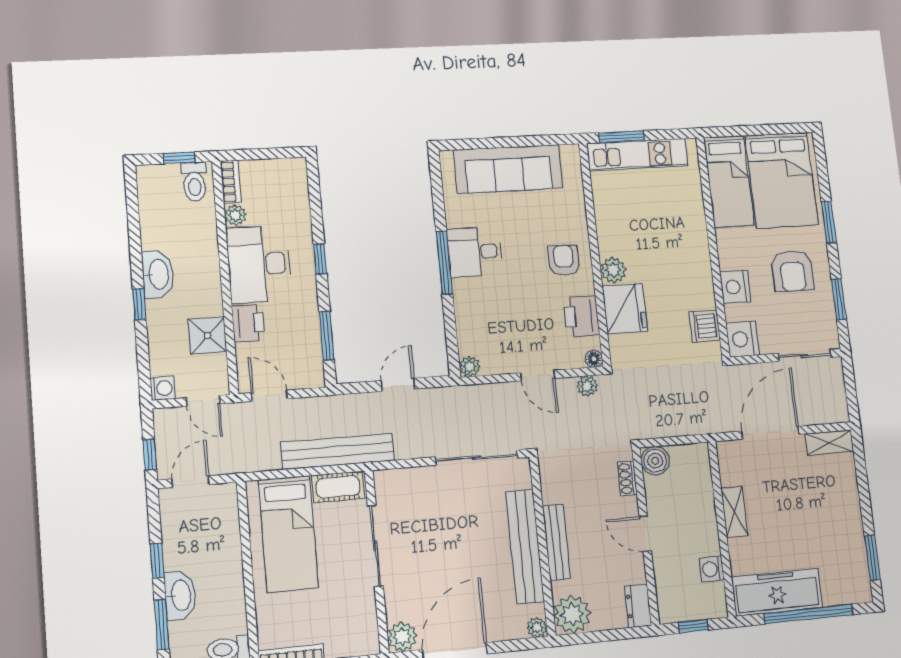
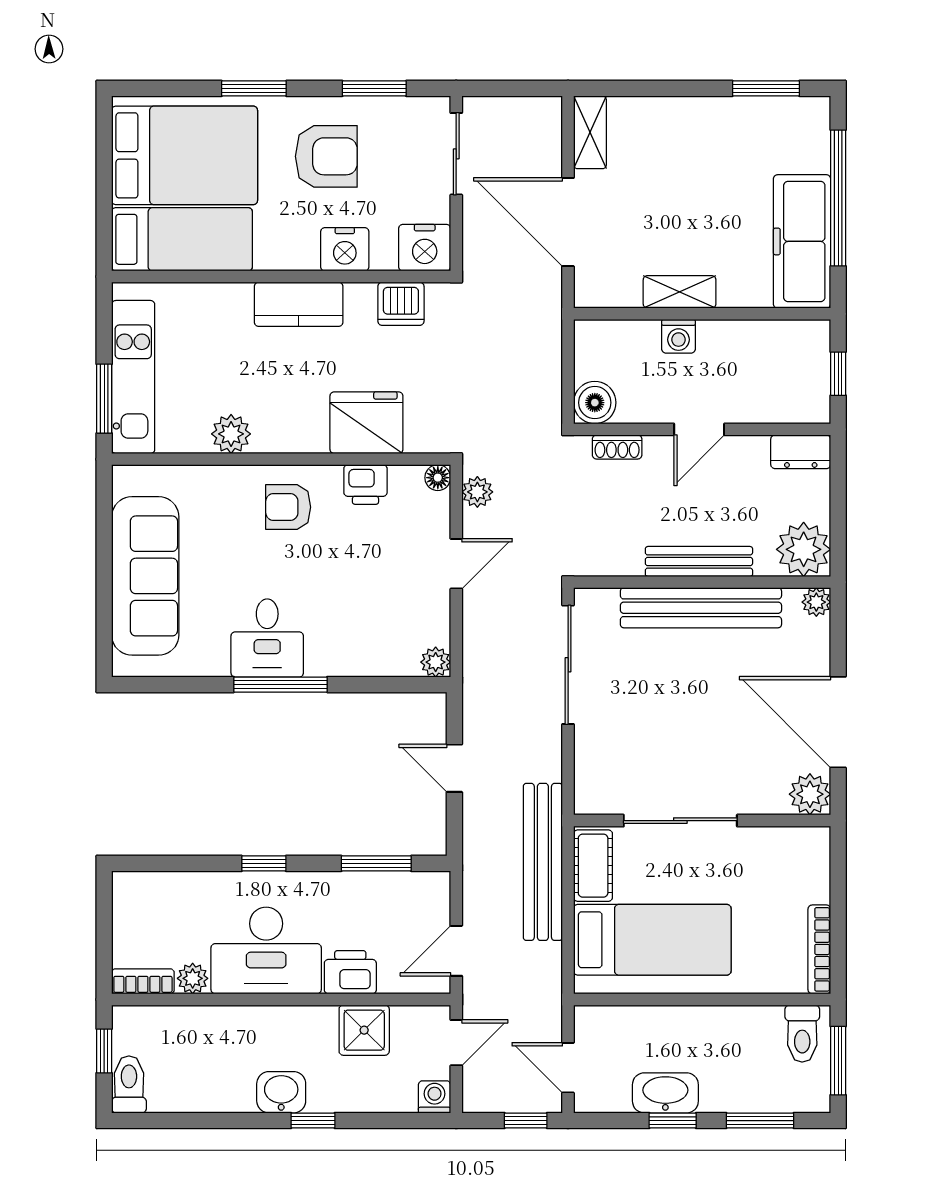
toilet: (194, 182) -> (129, 1084), moved, turned -90
kitchen counter: (696, 259) -> (299, 304), added
plant: (613, 270) -> (231, 434), moved
washbasin: (158, 274) -> (281, 1092), width x0.72
printer: (582, 316) -> (365, 484), width x0.73, depth x0.81
washing machine: (712, 569) -> (679, 336), moved
washbasin: (180, 595) -> (665, 1093), moved

